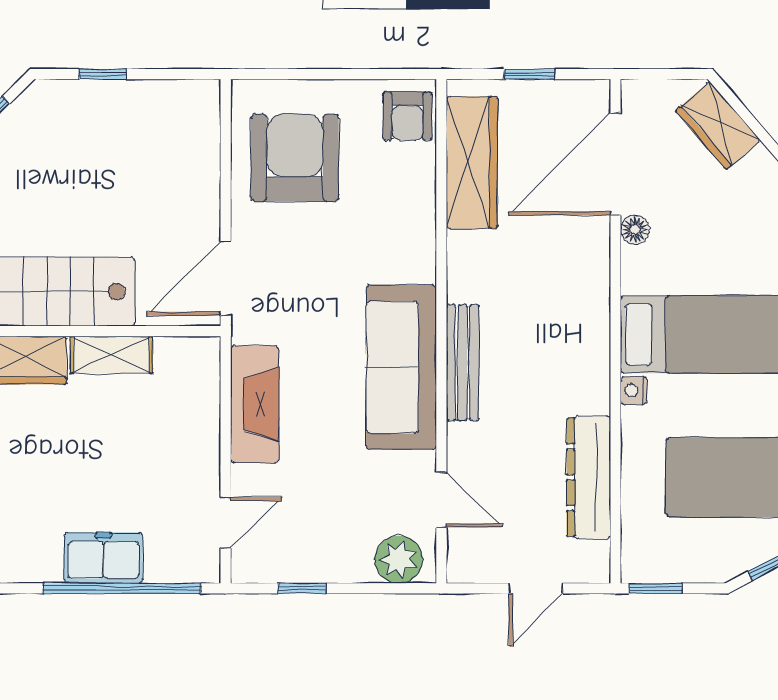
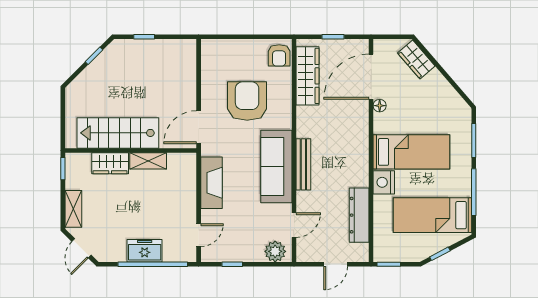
armchair: (295, 158) -> (247, 101), moved
nightstand: (634, 391) -> (384, 182), width x1.89, depth x1.79
door: (441, 500) -> (294, 225), hinge flipped

